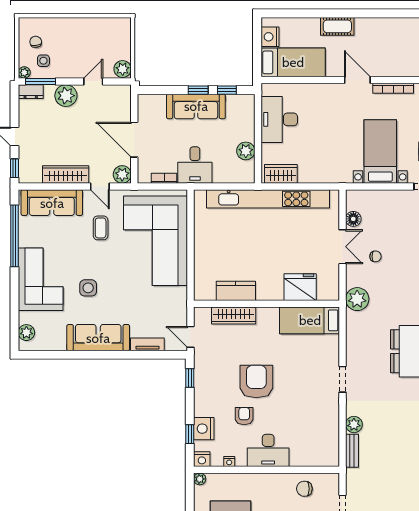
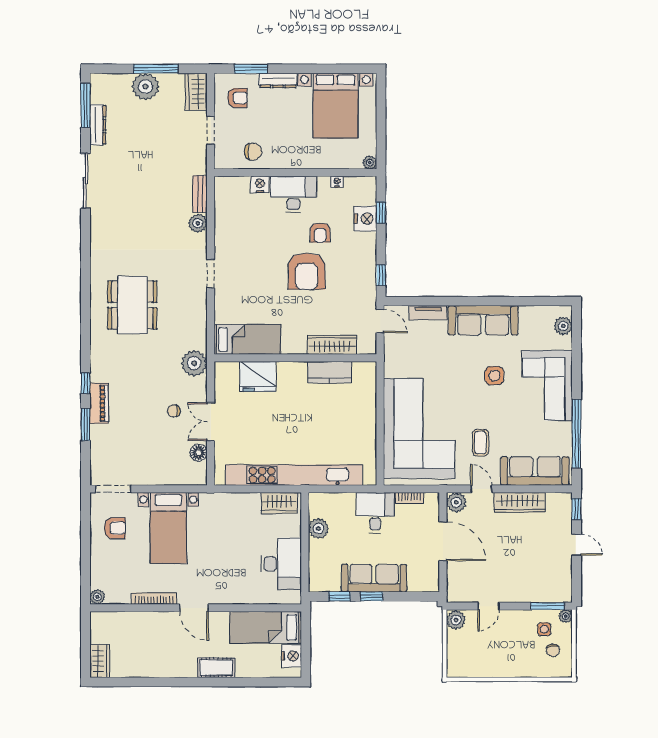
dresser: (31, 92) -> (558, 595), removed
plant: (66, 96) -> (519, 590), removed
nightstand: (202, 459) -> (260, 185), moved

